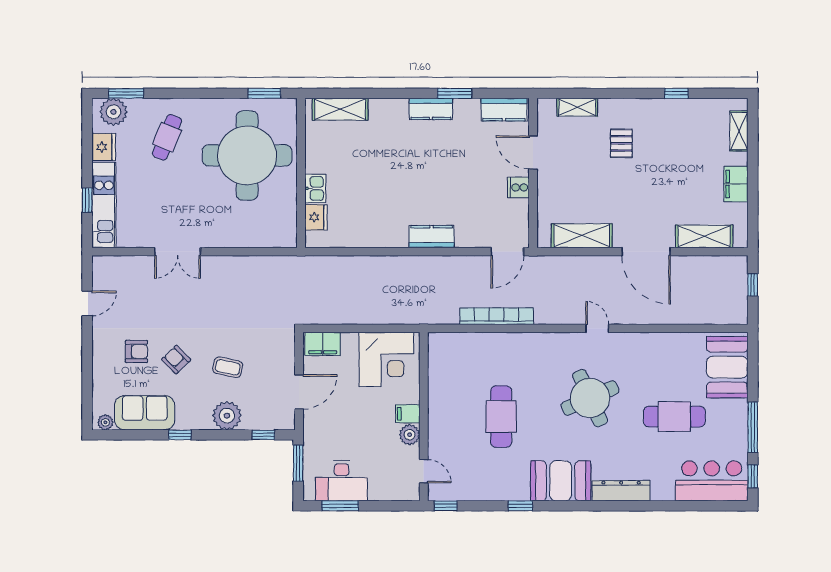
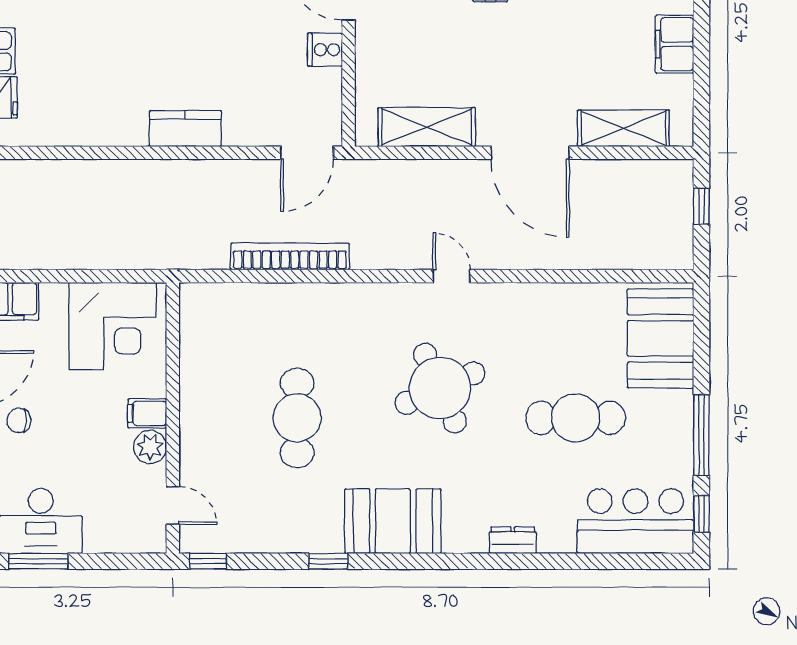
chair: (328, 418) -> (19, 421), added
dresser: (621, 491) -> (513, 540), width x0.51, depth x0.80

